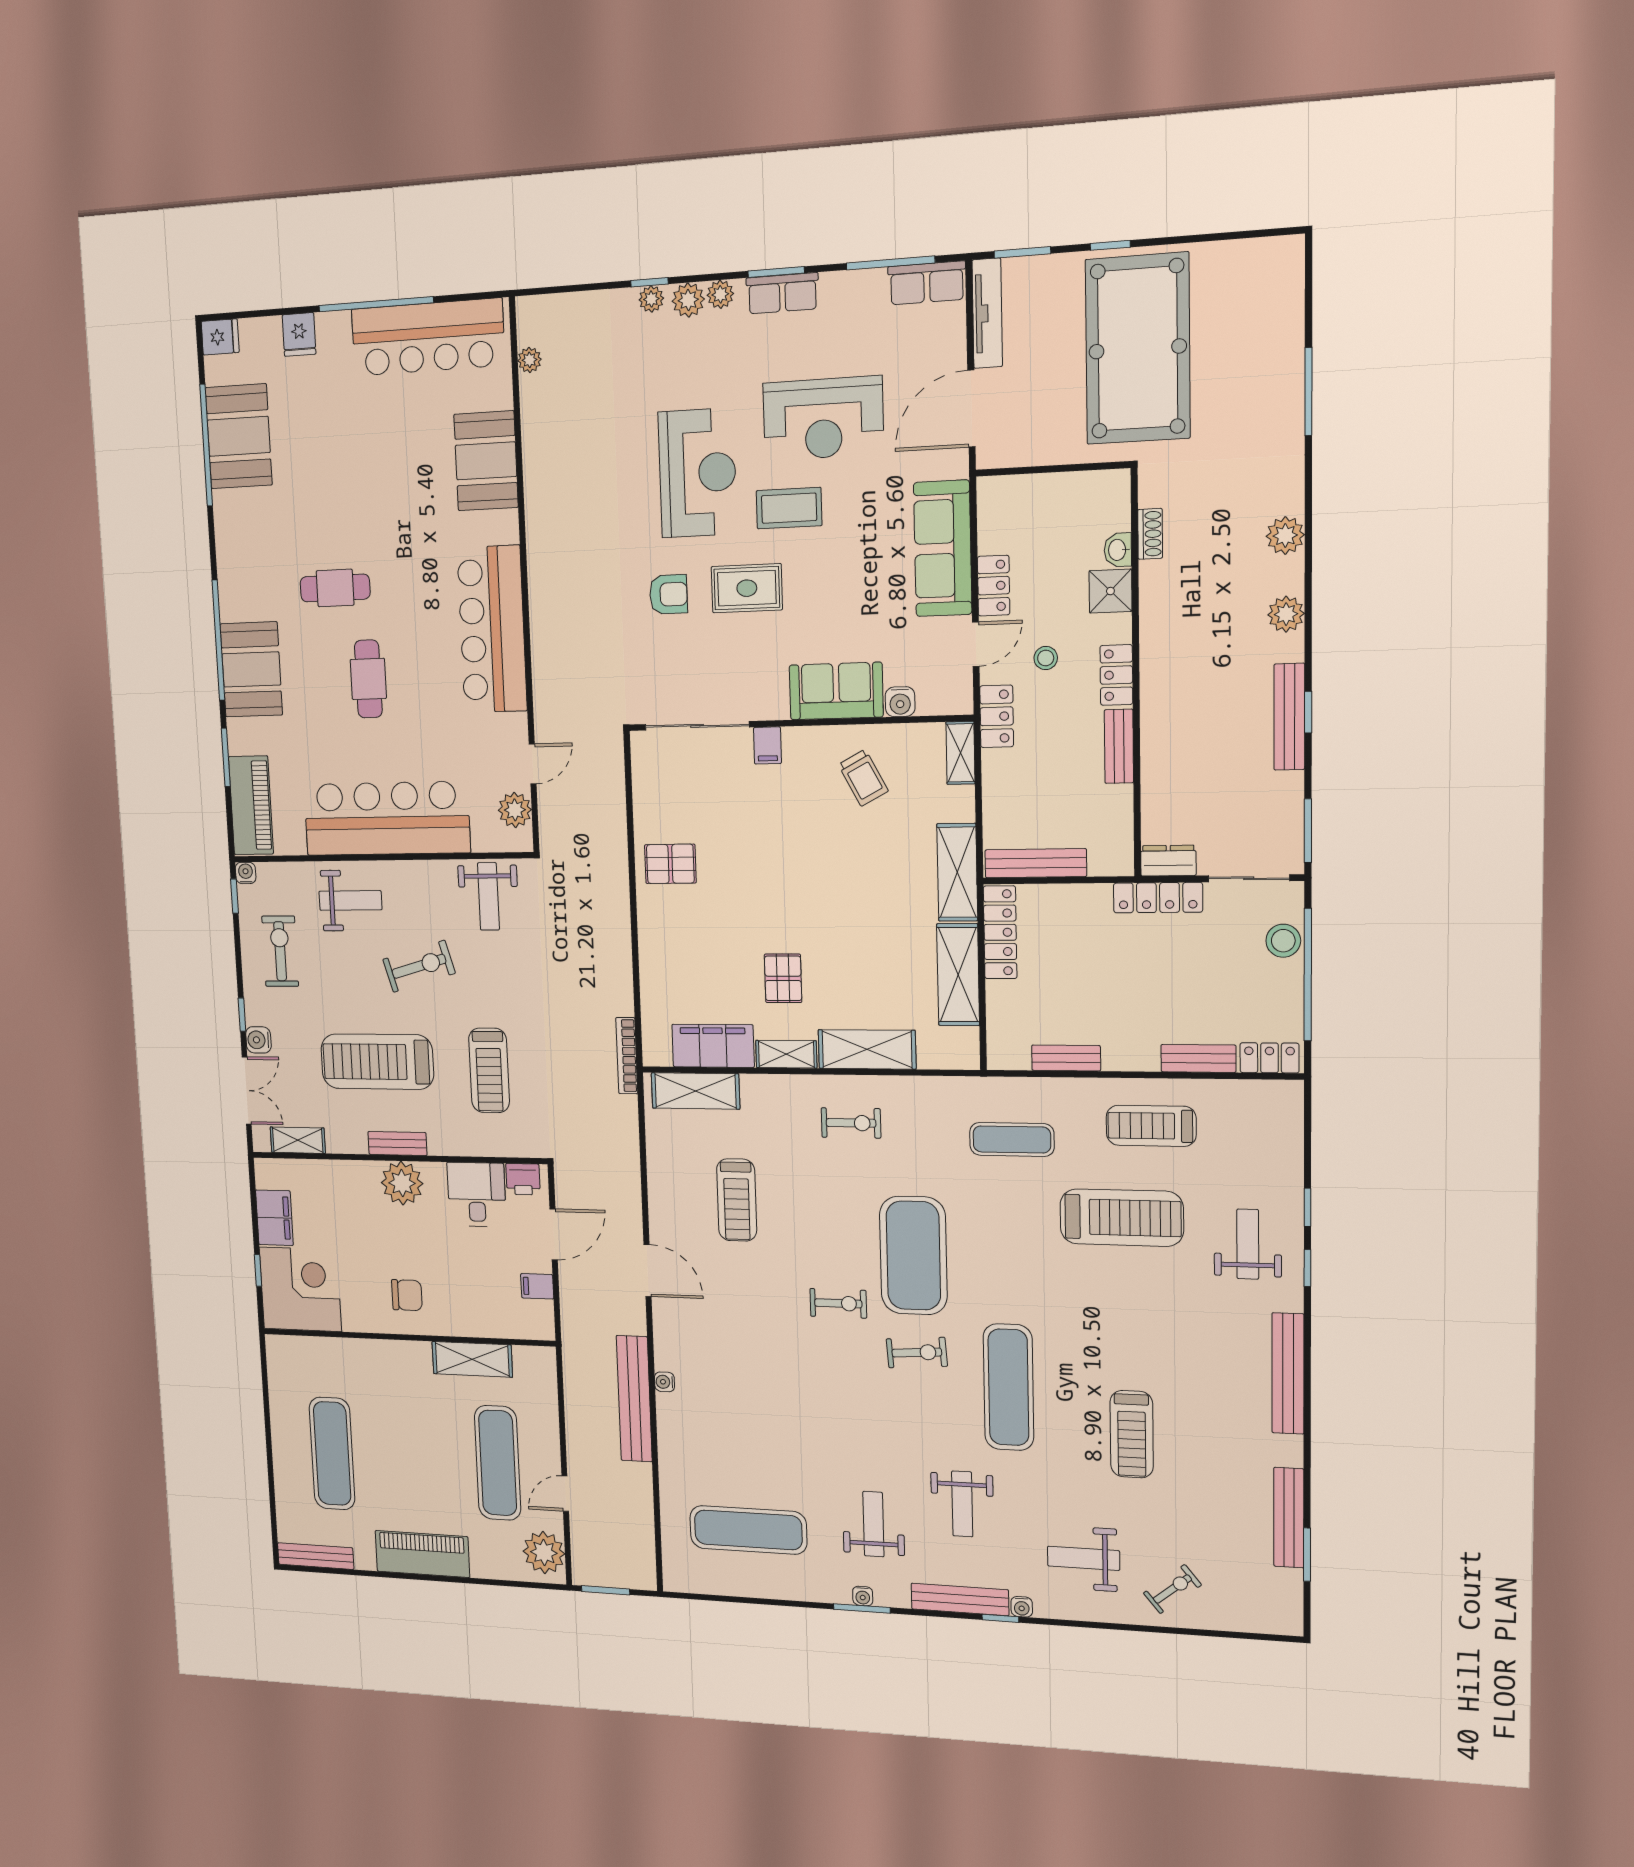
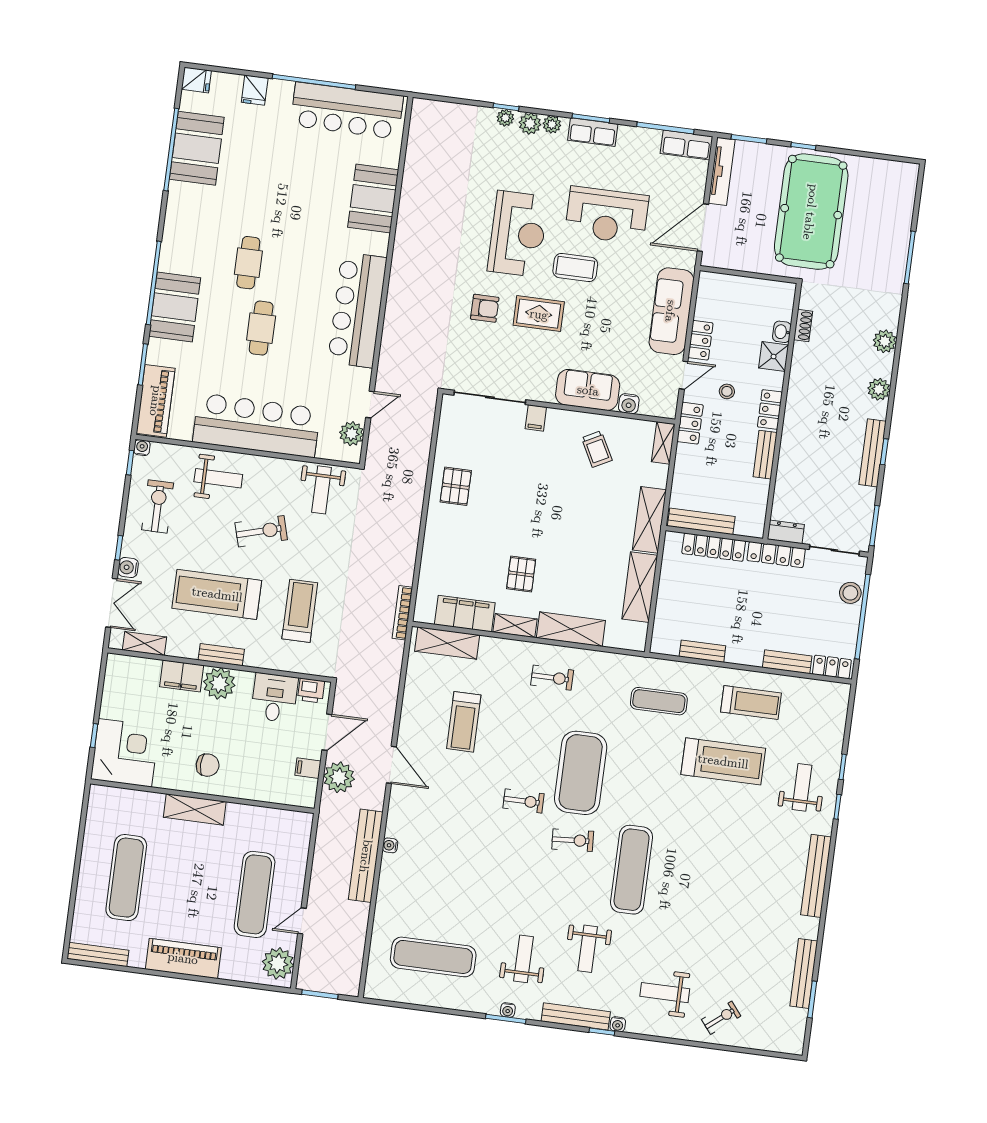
plant: (529, 360) -> (339, 777), moved, width x1.87, depth x1.87
cafe table: (335, 588) -> (248, 263), turned 90
pallet: (670, 864) -> (456, 486), turned 90
locker: (1000, 932) -> (714, 547), moved, turned 90
treadmill: (489, 1070) -> (300, 611), turned 180
treadmill: (1151, 1126) -> (751, 702), turned 180
filing cabinet: (274, 1218) -> (182, 676), moved, turned 90
shelving: (472, 1359) -> (195, 809), moved
treadmill: (1132, 1434) -> (709, 909), removed

